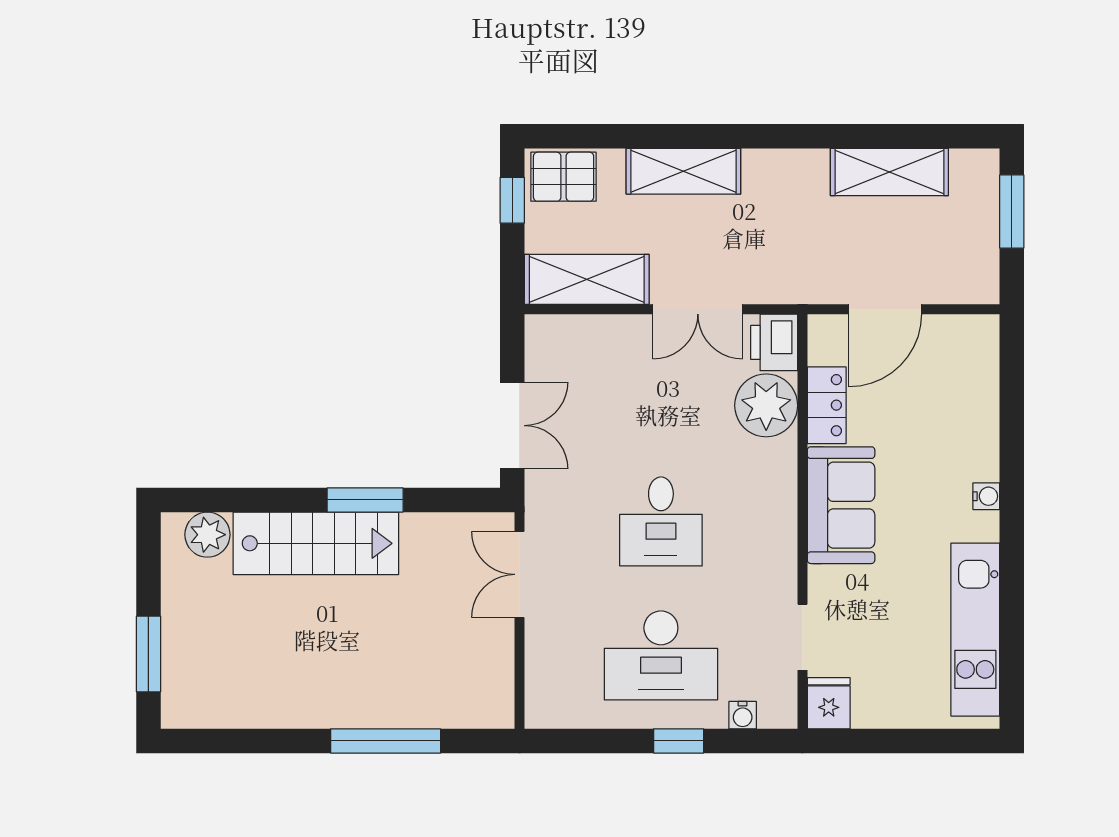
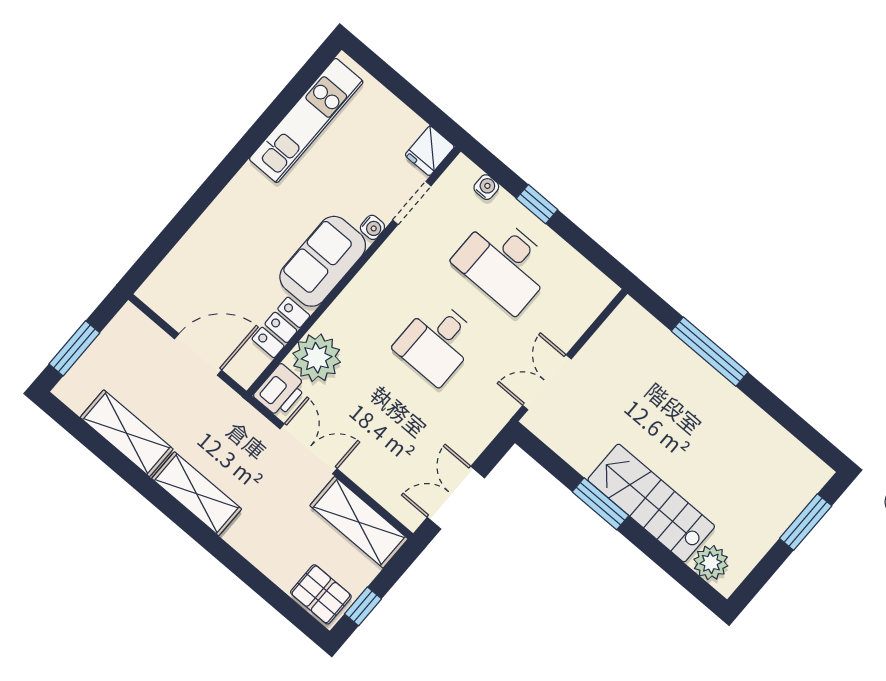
shelving: (683, 171) -> (197, 494), moved
double door: (512, 426) -> (456, 498), moved
water cooler: (986, 496) -> (372, 227), moved, turned 180
desk: (661, 521) -> (437, 342), turned 180
double door: (519, 574) -> (547, 382), swing flipped
desk: (661, 655) -> (504, 263), turned 180

